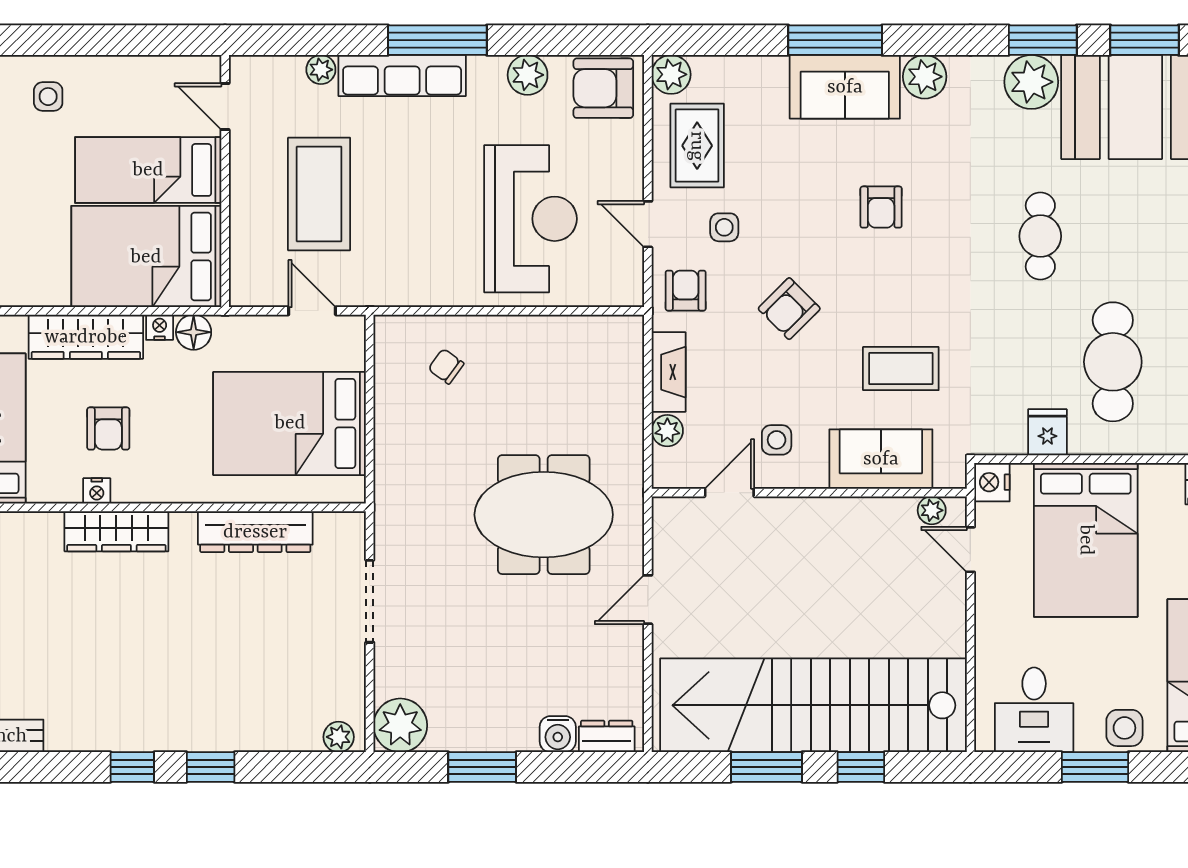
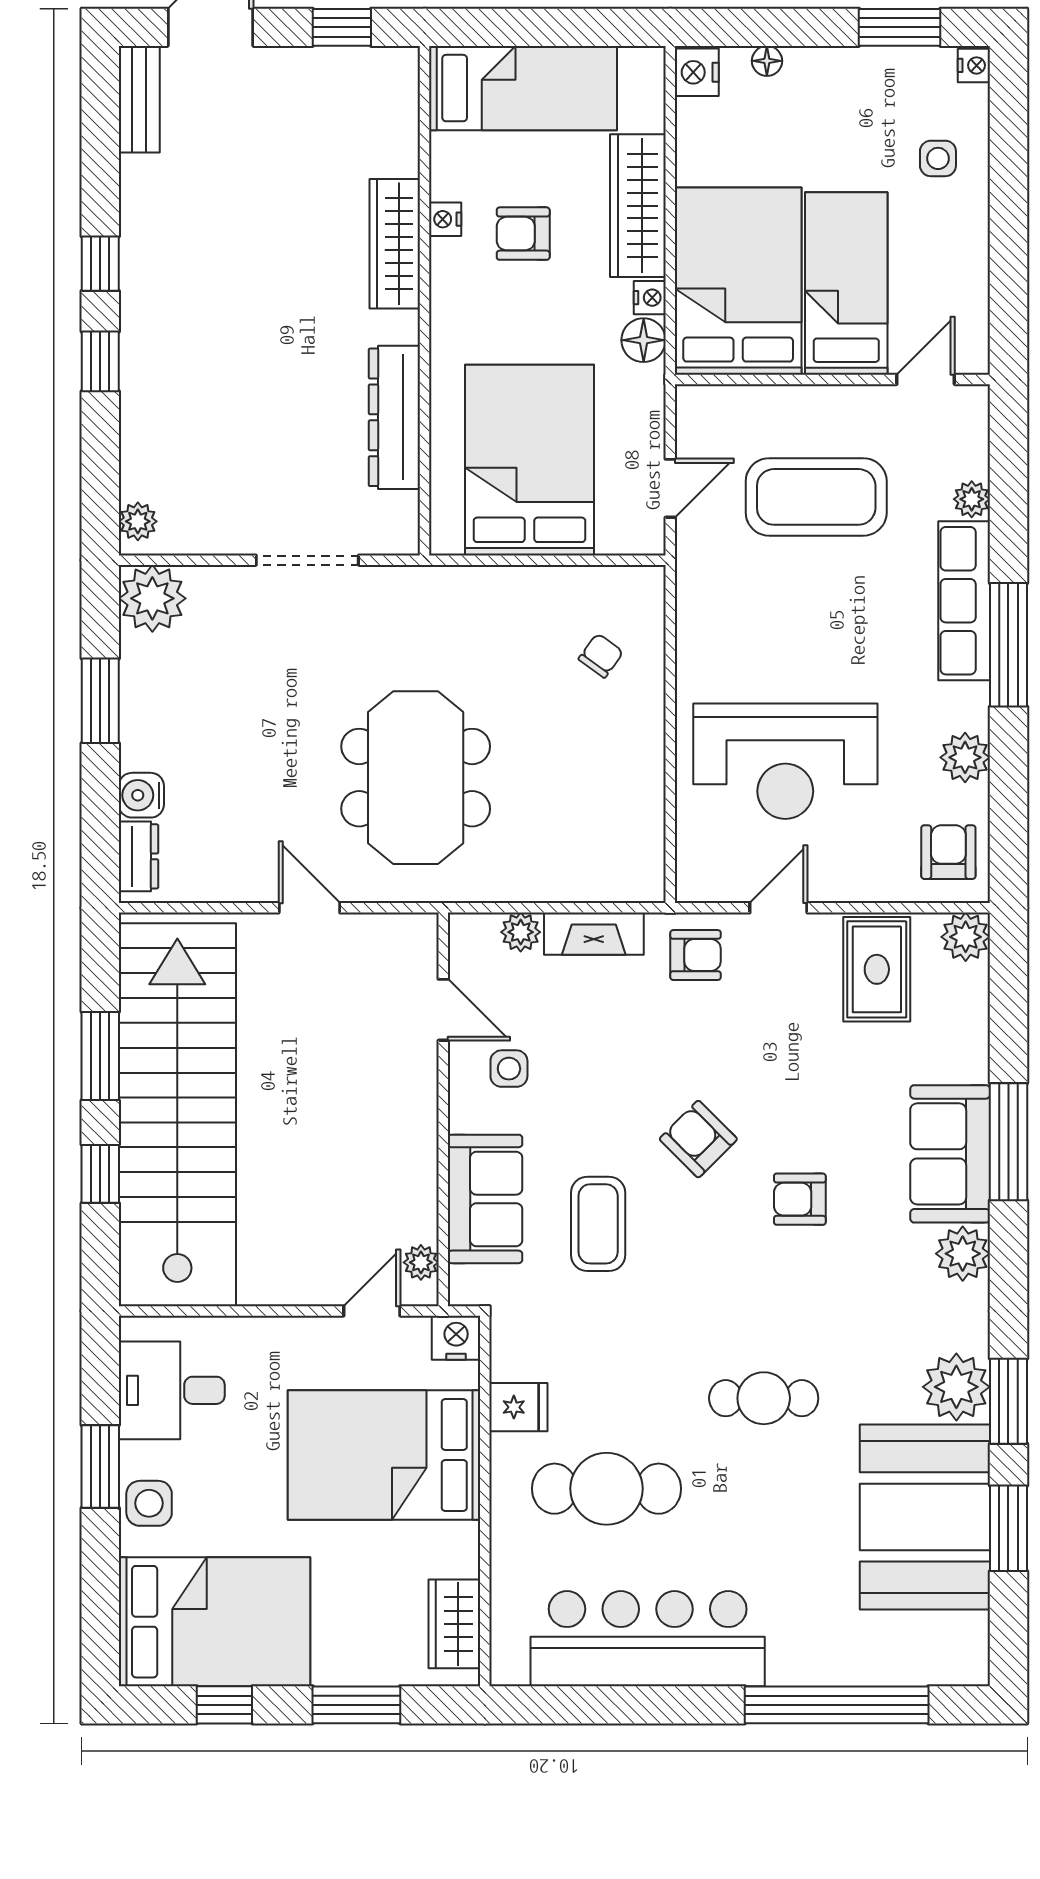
armchair: (603, 88) -> (948, 852), width x0.72, depth x0.72
rug: (697, 146) -> (877, 969), turned 90
side table: (724, 227) -> (775, 1003), removed
armchair: (789, 309) -> (698, 1139), moved

